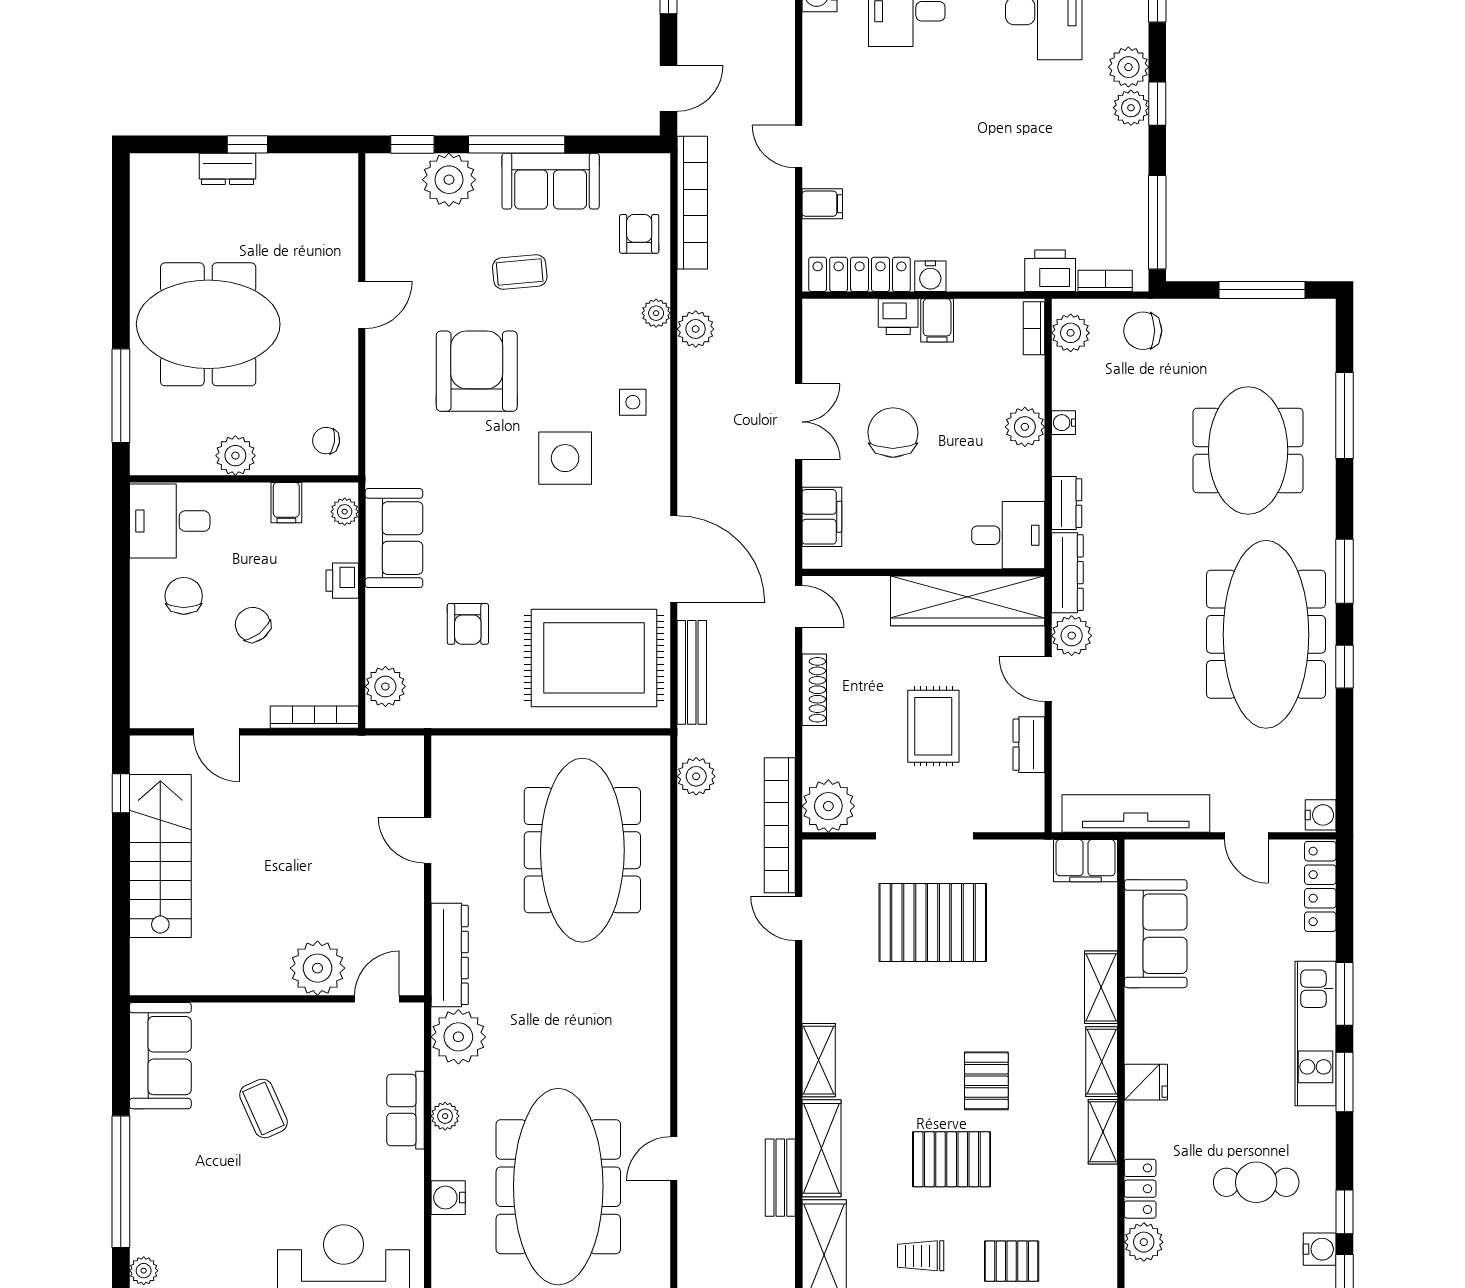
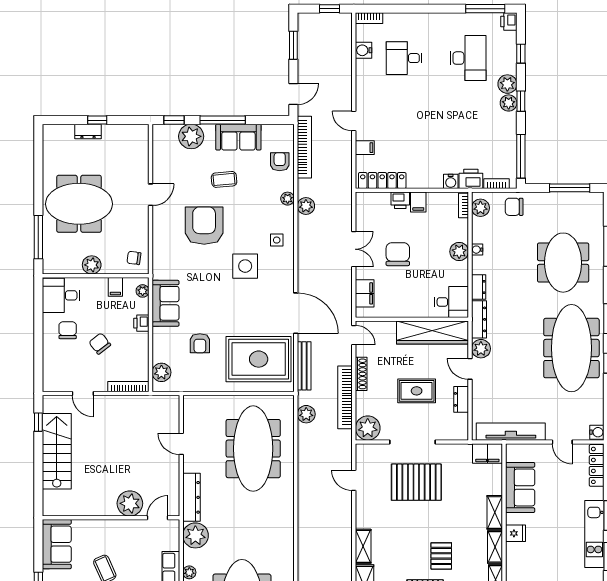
water cooler: (930, 276) -> (451, 181), moved
rug: (933, 726) -> (417, 391), turned 90
bookcase: (780, 825) -> (345, 397), moved
fridge: (1146, 1082) -> (516, 533), moved

